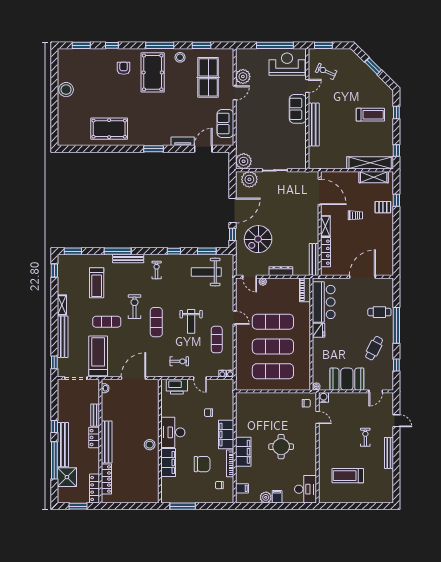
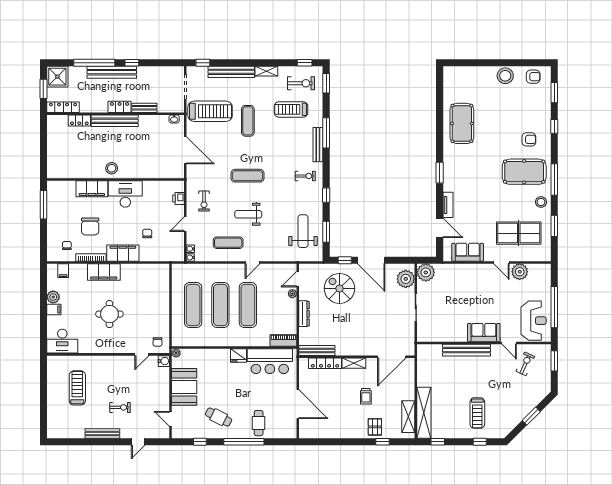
armchair: (67, 64) -> (533, 77), added
exercise bike: (134, 307) -> (301, 83), moved
printer: (177, 387) -> (179, 198), width x0.53, depth x0.68
shower: (67, 477) -> (57, 77), moved
locker: (106, 479) -> (79, 120), width x0.66

